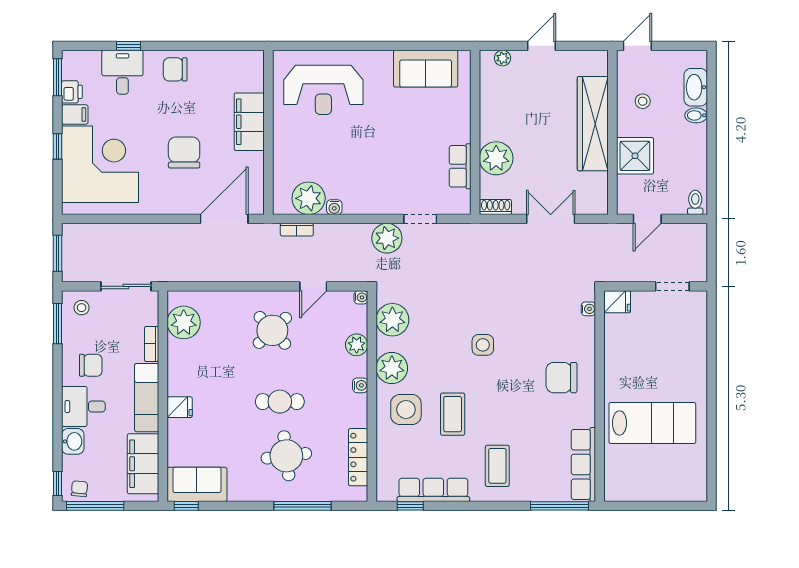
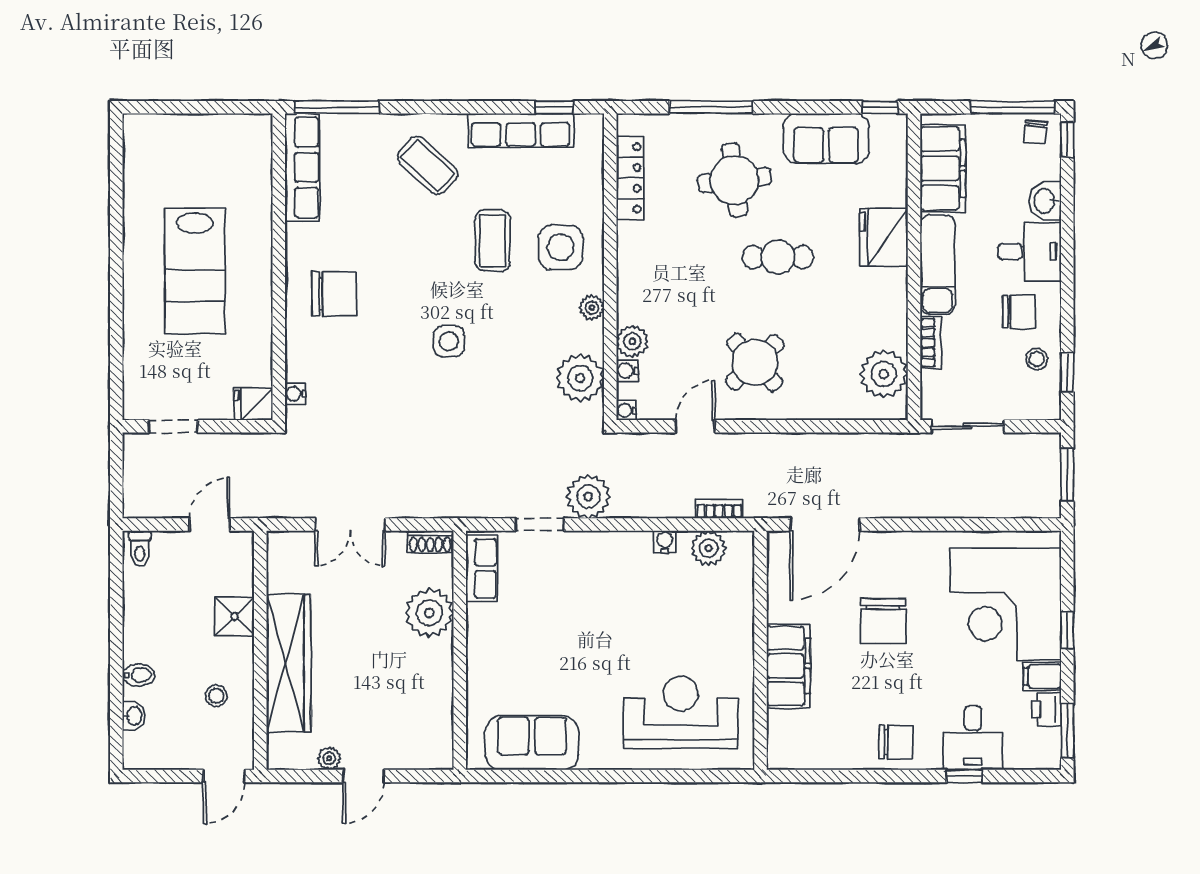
plant: (503, 58) -> (329, 758), moved
washbasin: (696, 87) -> (134, 716), width x0.52, depth x0.69
shower: (635, 156) -> (235, 616), width x0.73, depth x0.73
row of seats: (460, 166) -> (482, 568), moved
plant: (309, 198) -> (708, 548), width x0.73, depth x0.73
stool: (82, 308) -> (1037, 359), moved
window: (57, 324) -> (1067, 372), width x0.67
chair: (91, 365) -> (1019, 312), turned 180
plant: (392, 368) -> (592, 308), width x0.53, depth x0.53
water cooler: (360, 385) -> (627, 371), moved
cafe table: (280, 402) -> (778, 257), moved
fridge: (180, 407) -> (883, 237), width x1.88, depth x1.34
lab bench: (652, 423) -> (195, 271), moved, turned -90
coffee table: (497, 466) -> (428, 165), turned -47
sofa: (197, 484) -> (826, 138), moved

